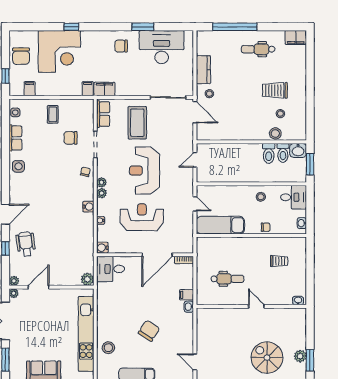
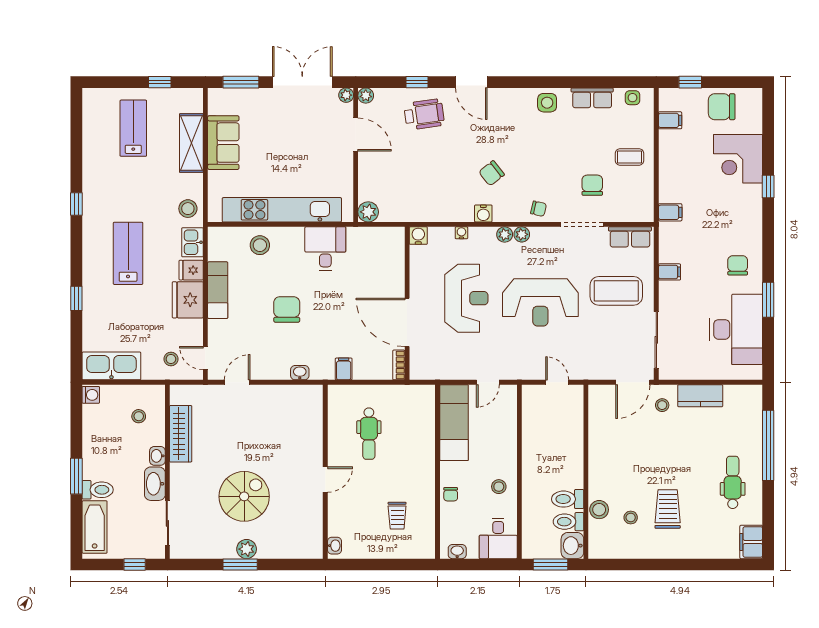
corner desk: (59, 51) -> (738, 159), width x0.74, depth x0.74
filing cabinet: (104, 89) -> (670, 272), moved, width x0.50
reception desk: (145, 171) -> (540, 302), turned 180
chair: (63, 201) -> (492, 173), added
desk: (111, 269) -> (325, 249), moved
washbasin: (189, 307) -> (300, 373), moved
chair: (149, 331) -> (287, 309), turned -123

